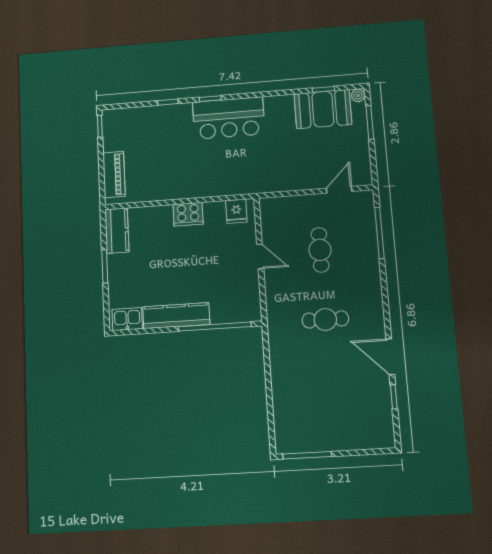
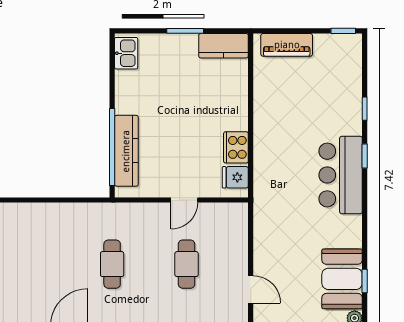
cooker: (188, 214) -> (236, 147), moved
cafe table: (320, 250) -> (187, 264), turned 90
kitchen counter: (176, 316) -> (126, 151), moved

